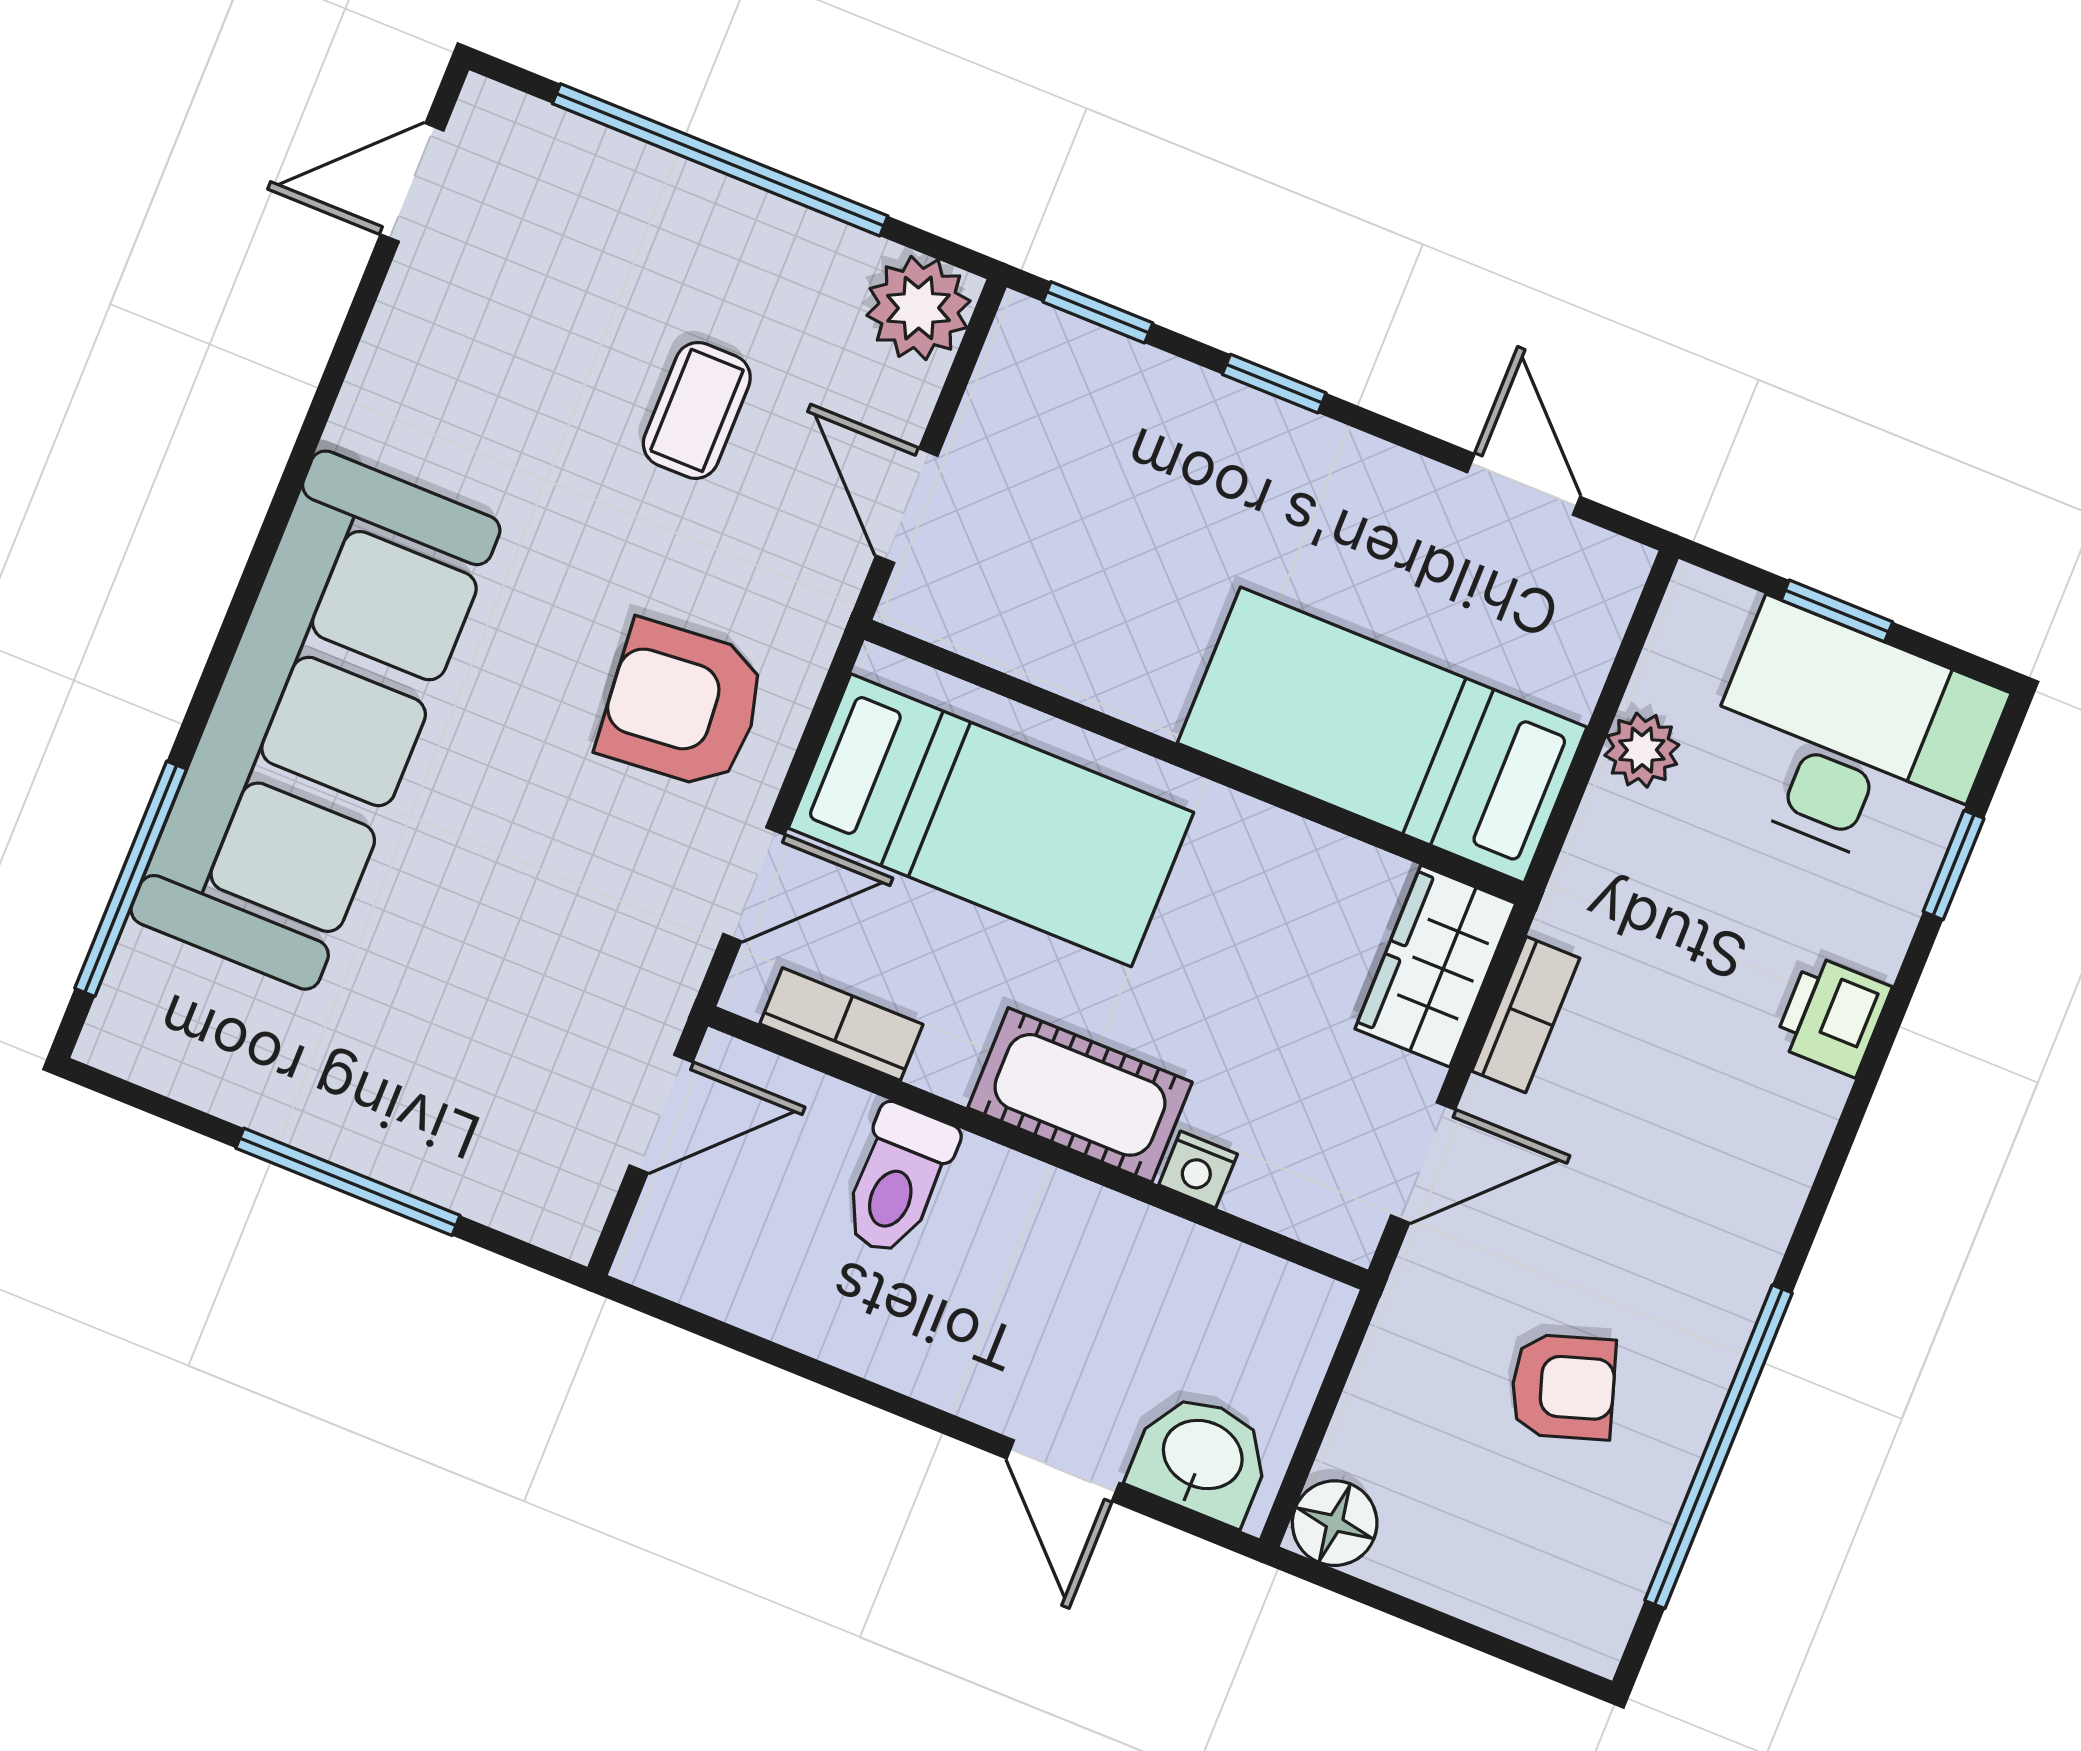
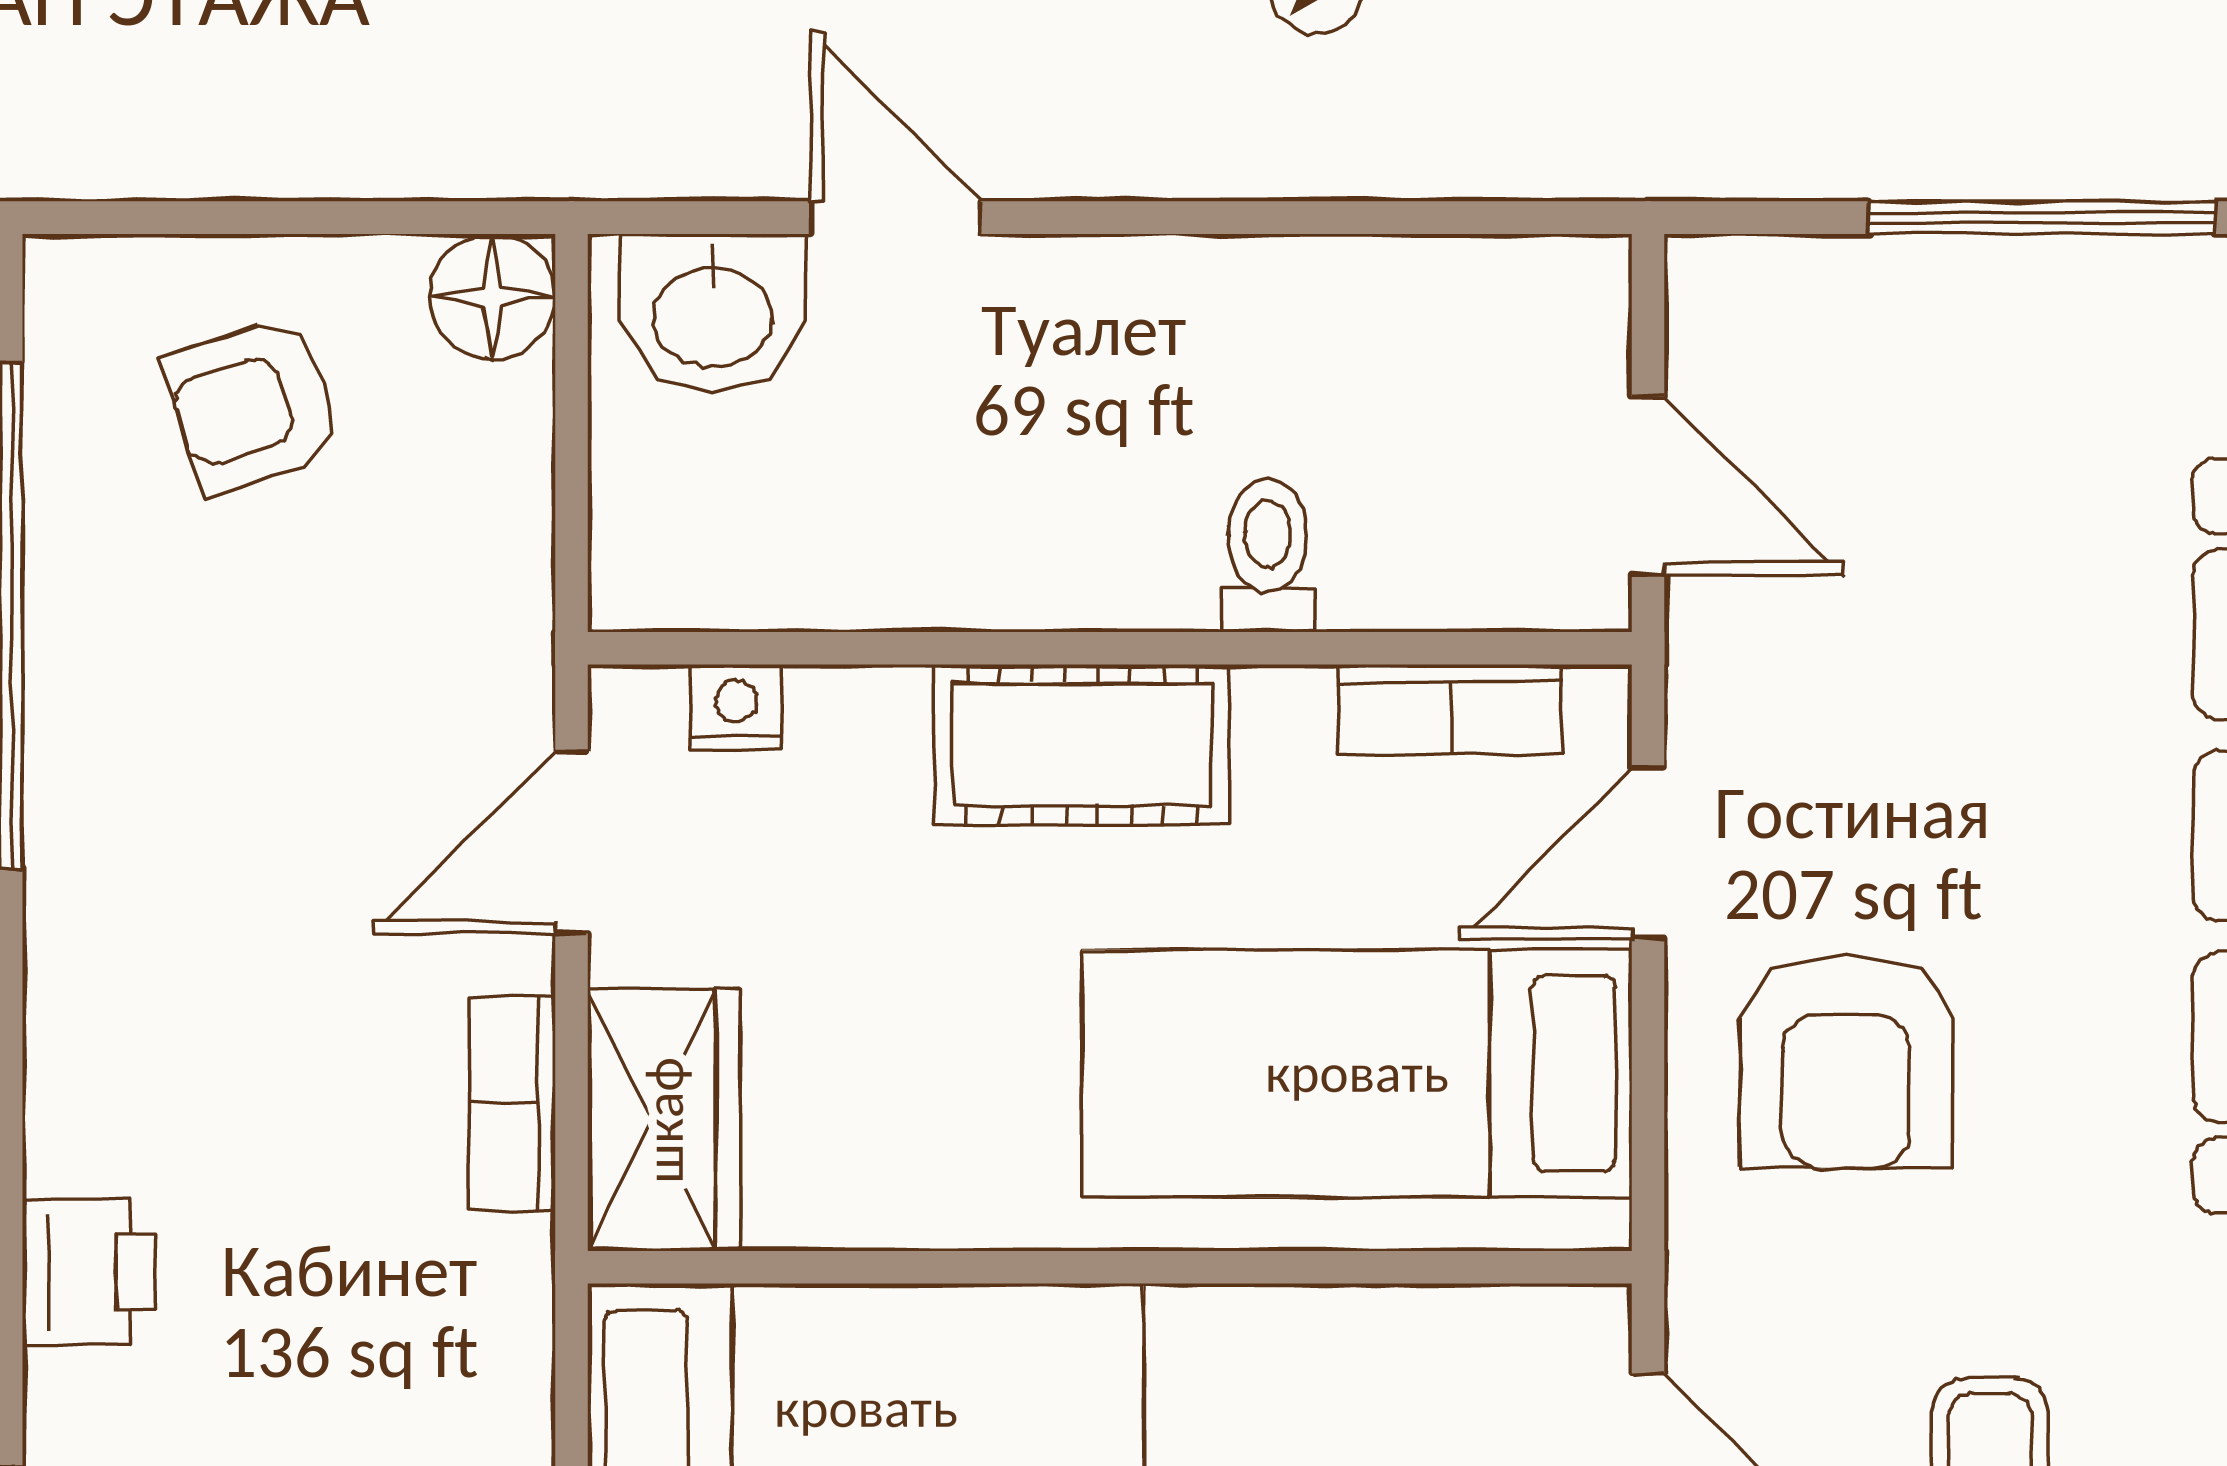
armchair: (683, 705) -> (1846, 1061), turned 95
door: (661, 1114) -> (1648, 486), swing flipped
nightstand: (1198, 1170) -> (736, 708), moved
toilet: (898, 1180) -> (1268, 556), width x0.73, depth x0.72
armchair: (1563, 1387) -> (253, 405), moved

